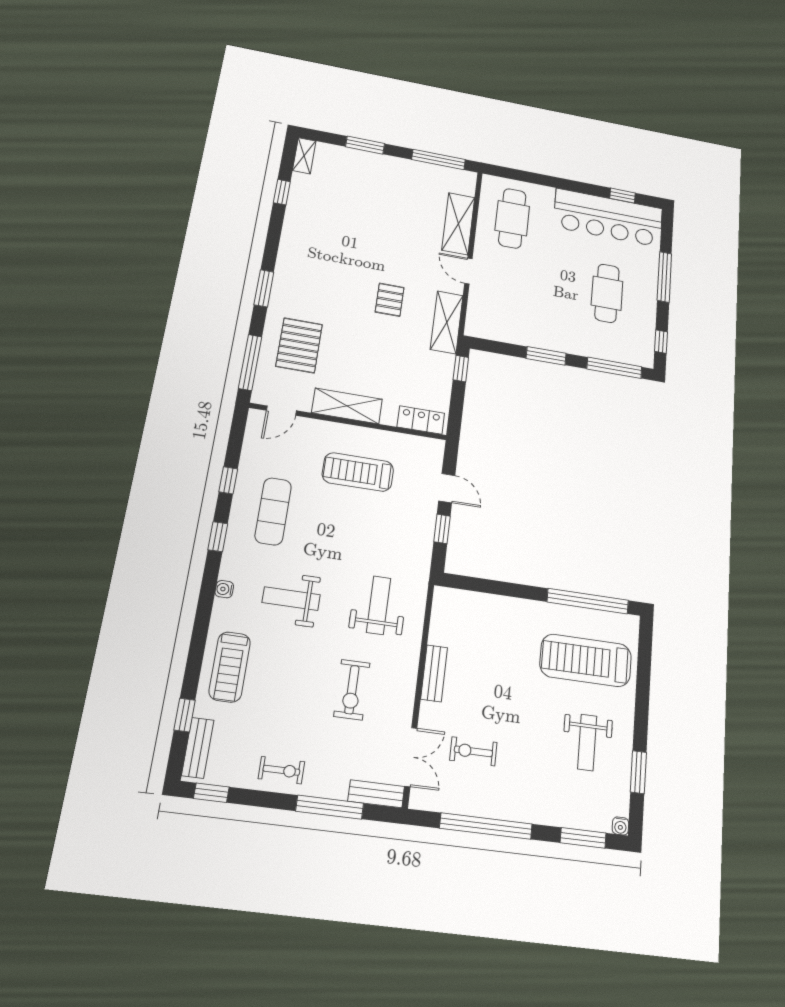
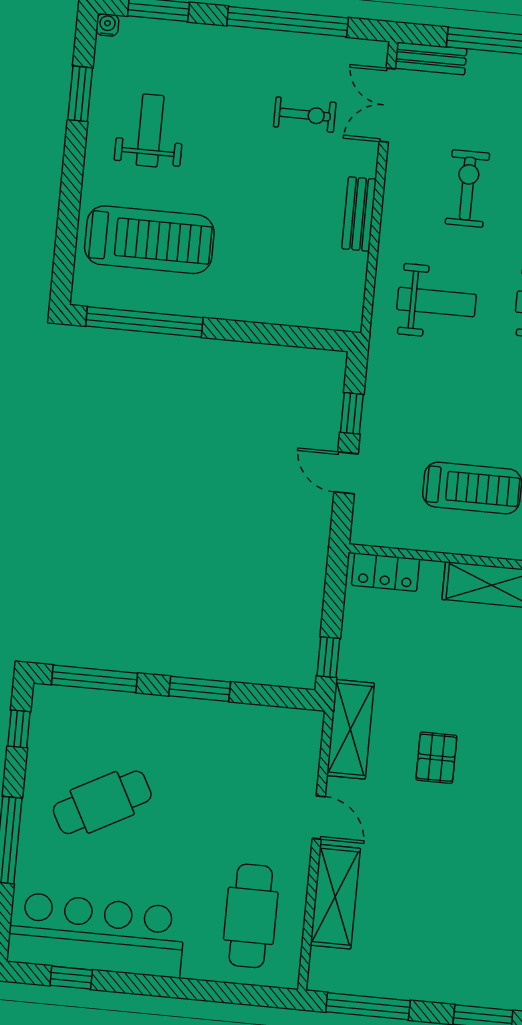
cafe table: (607, 293) -> (102, 802), turned 62
weight bench: (378, 605) -> (437, 302), turned -90

